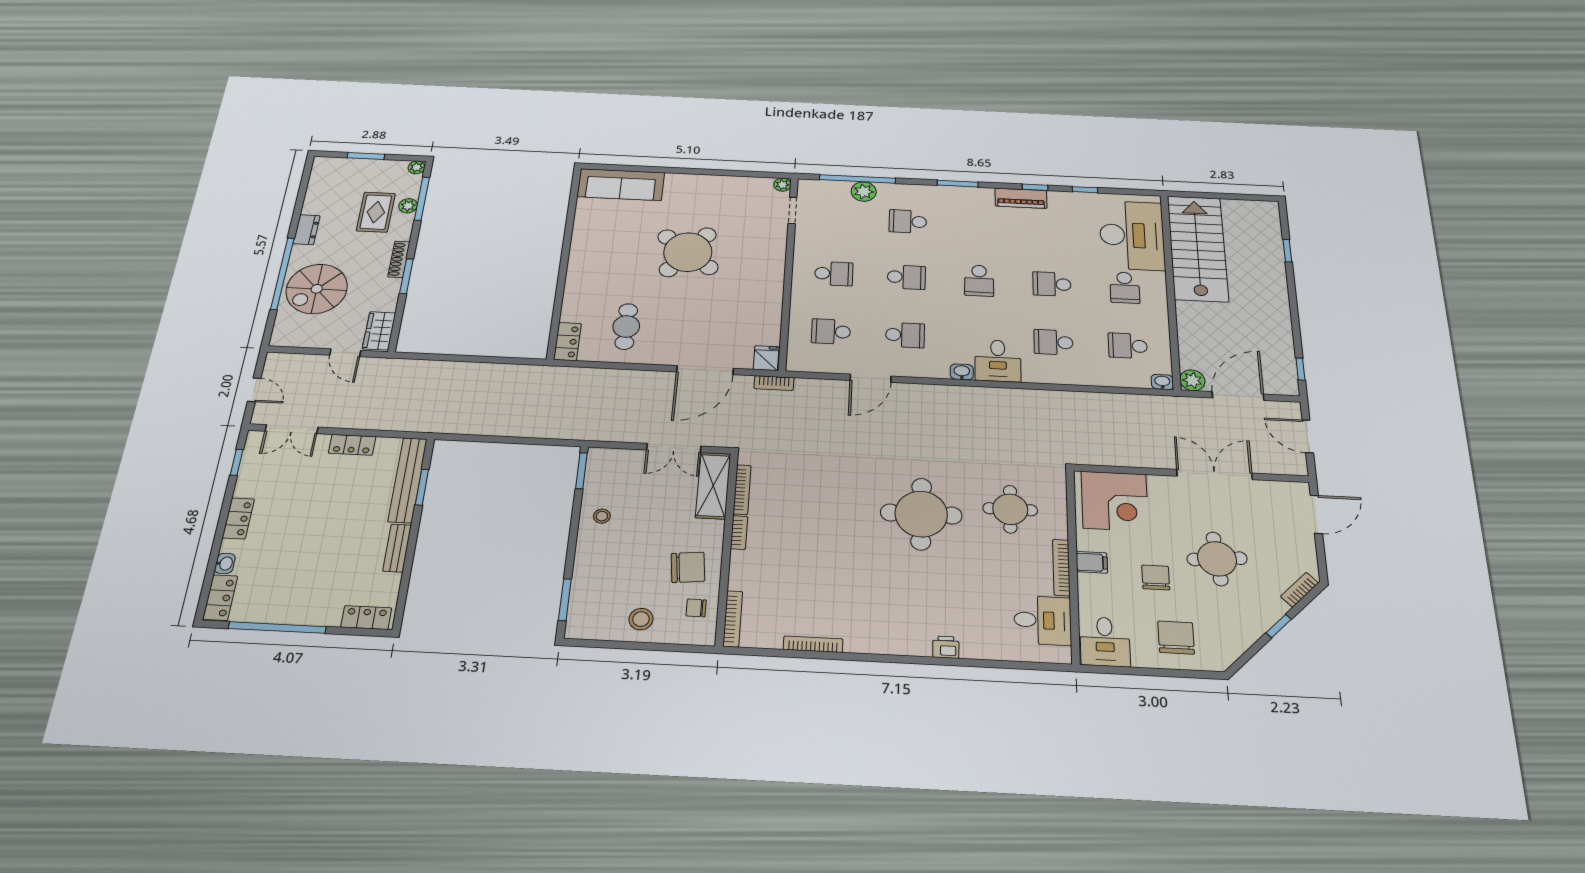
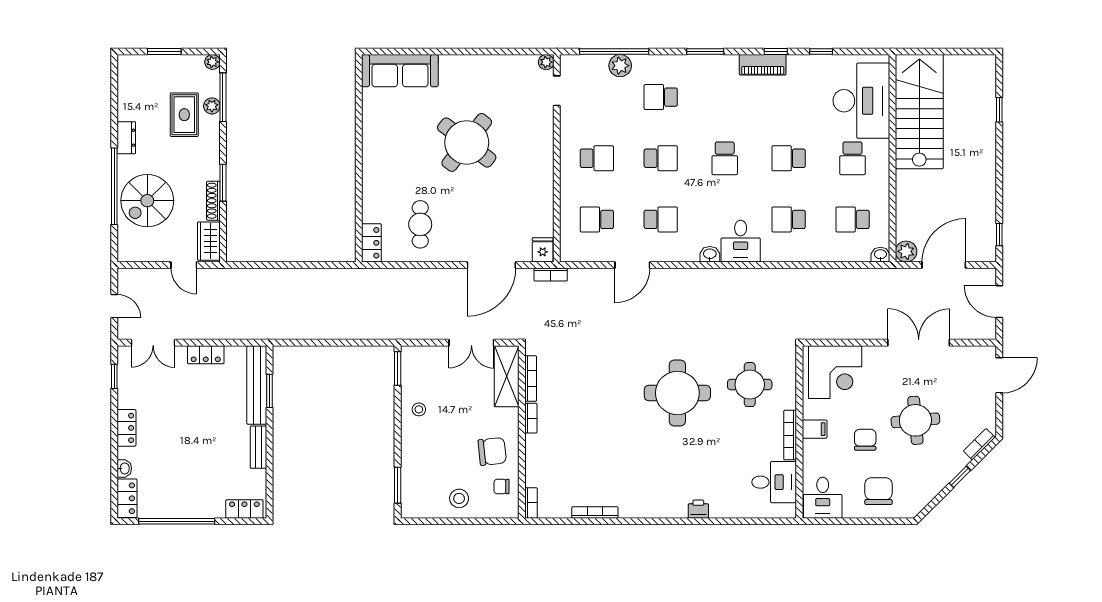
shoe rack: (399, 259) -> (213, 201), moved
bookcase: (733, 619) -> (531, 503), width x0.64

